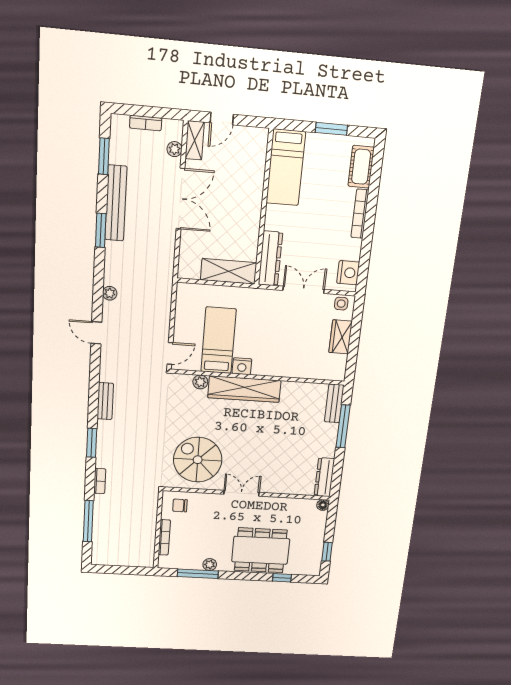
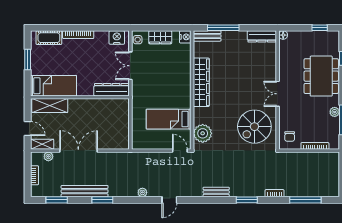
shelving: (229, 271) -> (50, 106), moved, turned 90
nightstand: (242, 366) -> (185, 37), moved
plant: (200, 382) -> (203, 133), width x1.87, depth x1.87
wardrobe: (244, 389) -> (201, 82), moved

